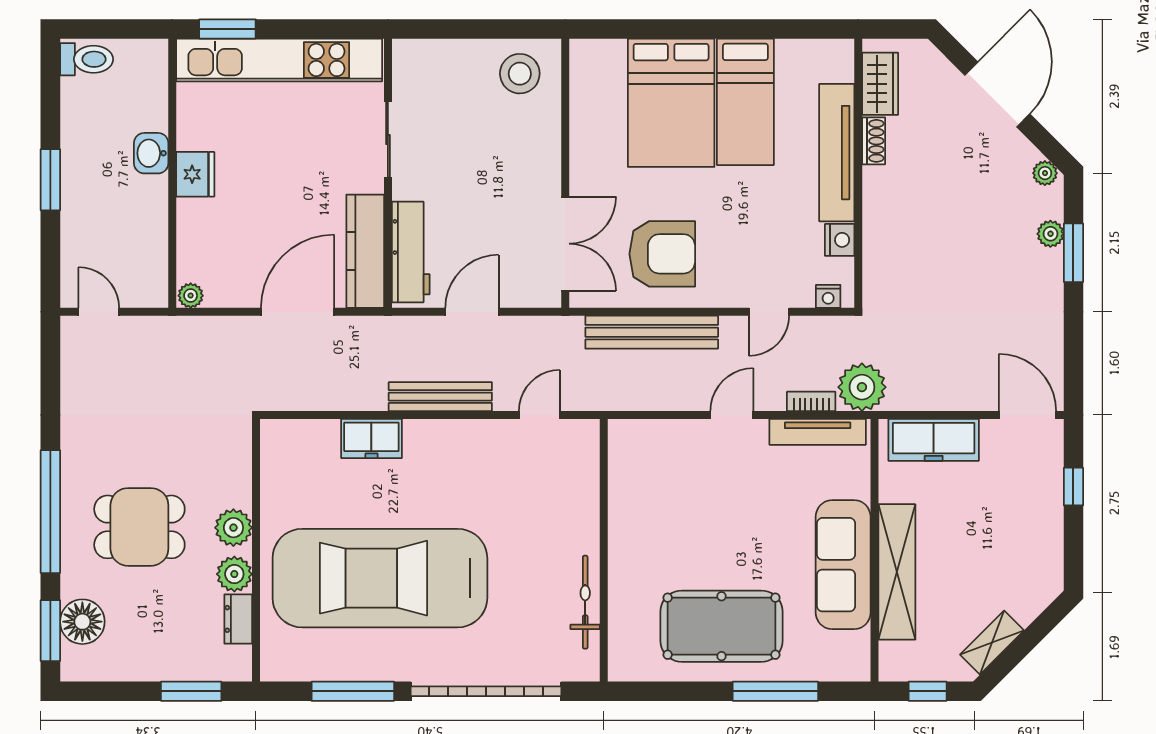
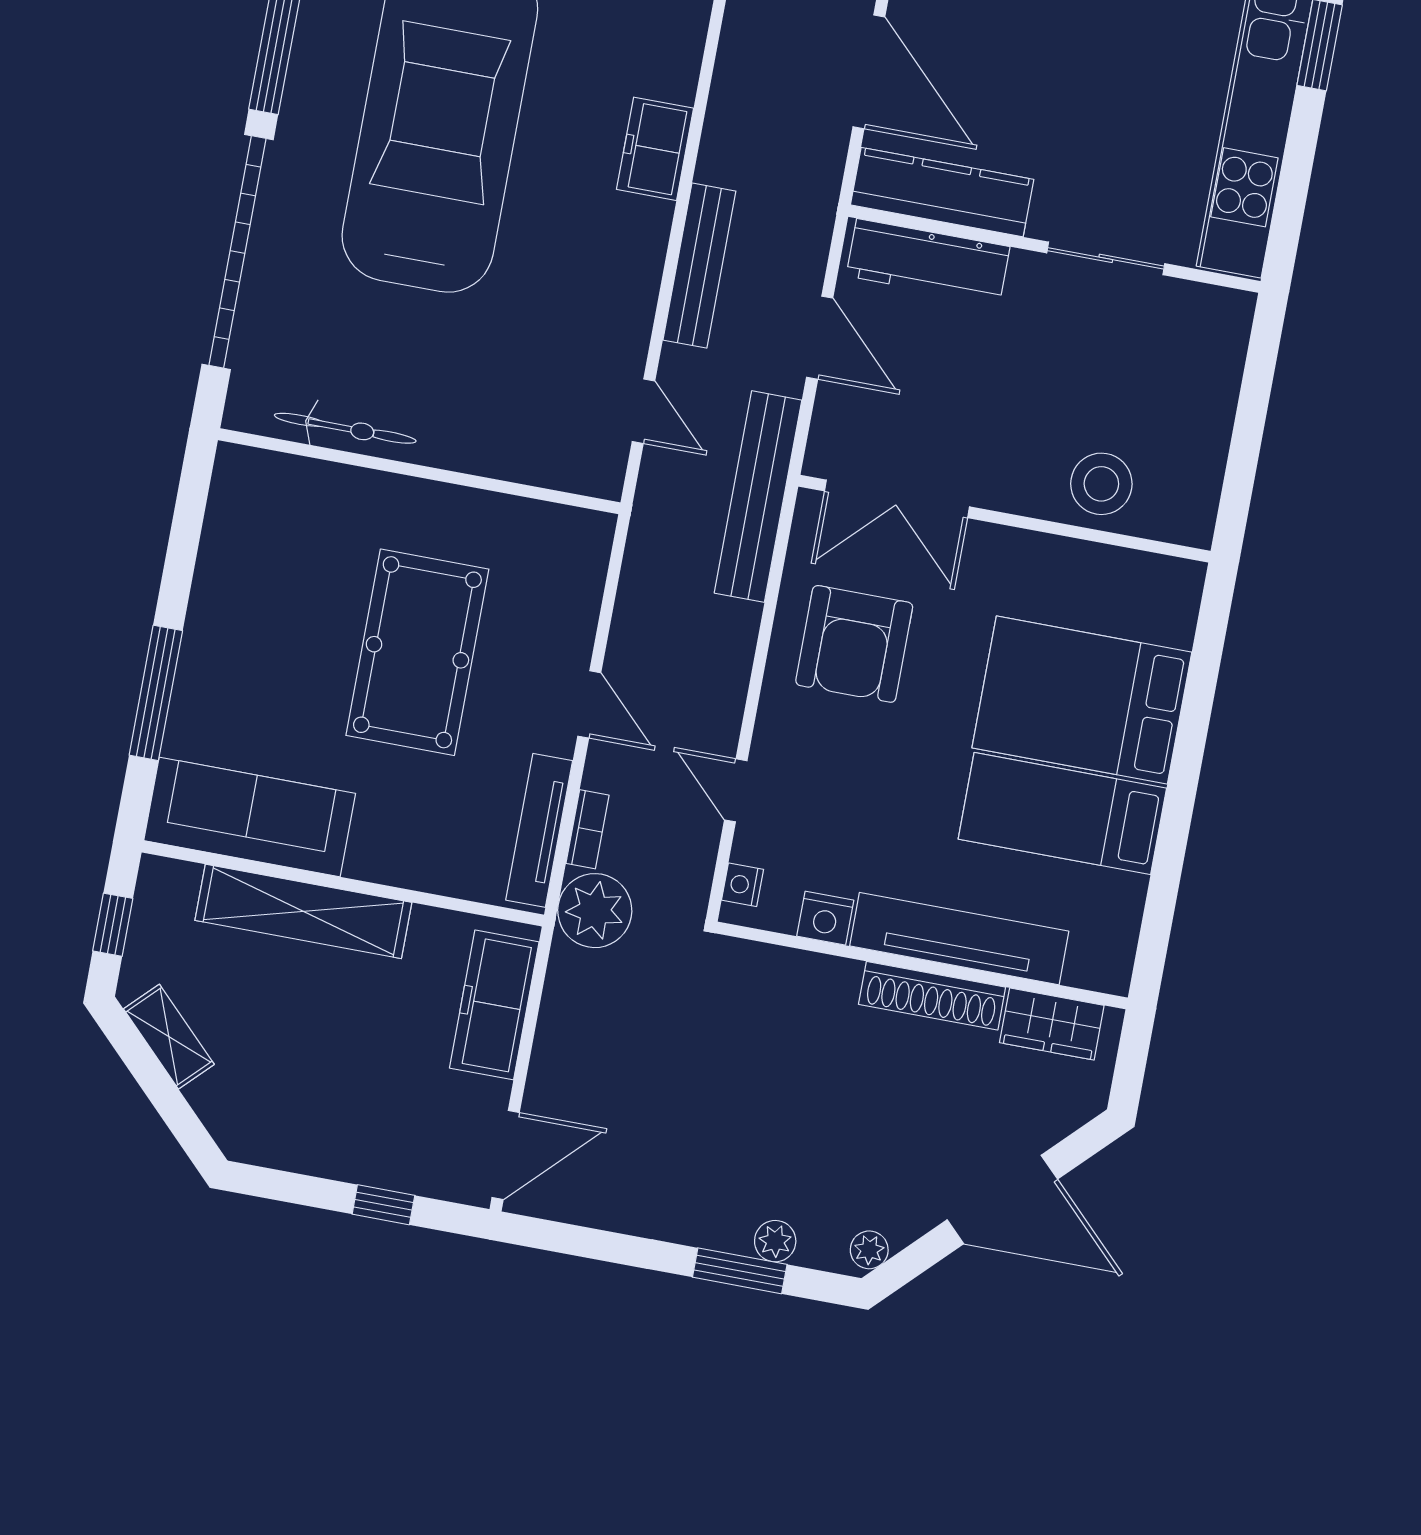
stool: (520, 74) -> (1101, 484), moved
shoe rack: (874, 141) -> (932, 996), width x1.94, depth x1.24
bench: (652, 332) -> (758, 497), moved
sofa: (843, 565) -> (250, 817), moved
pool table: (722, 626) -> (417, 652), moved

